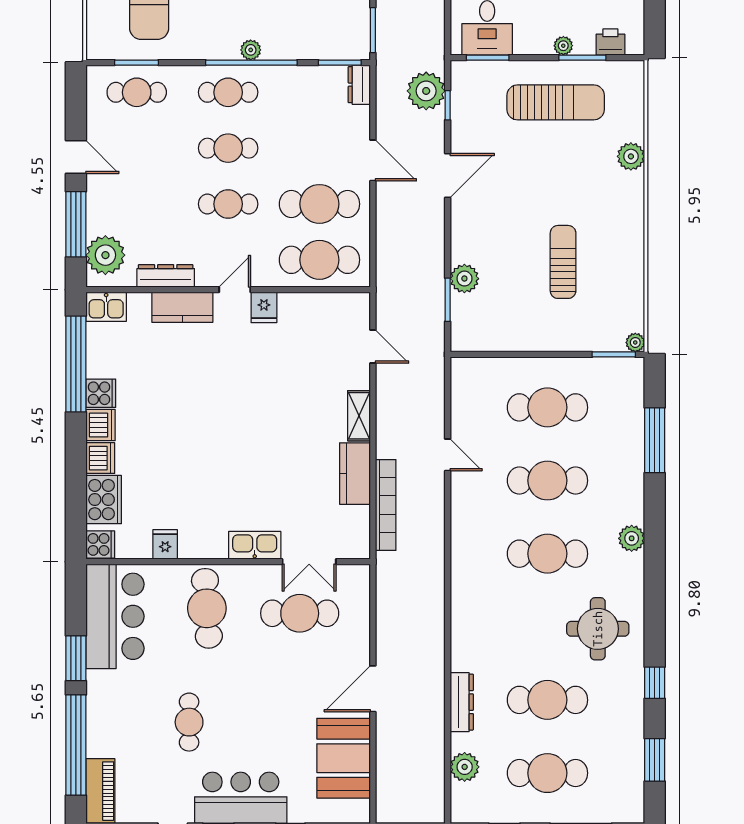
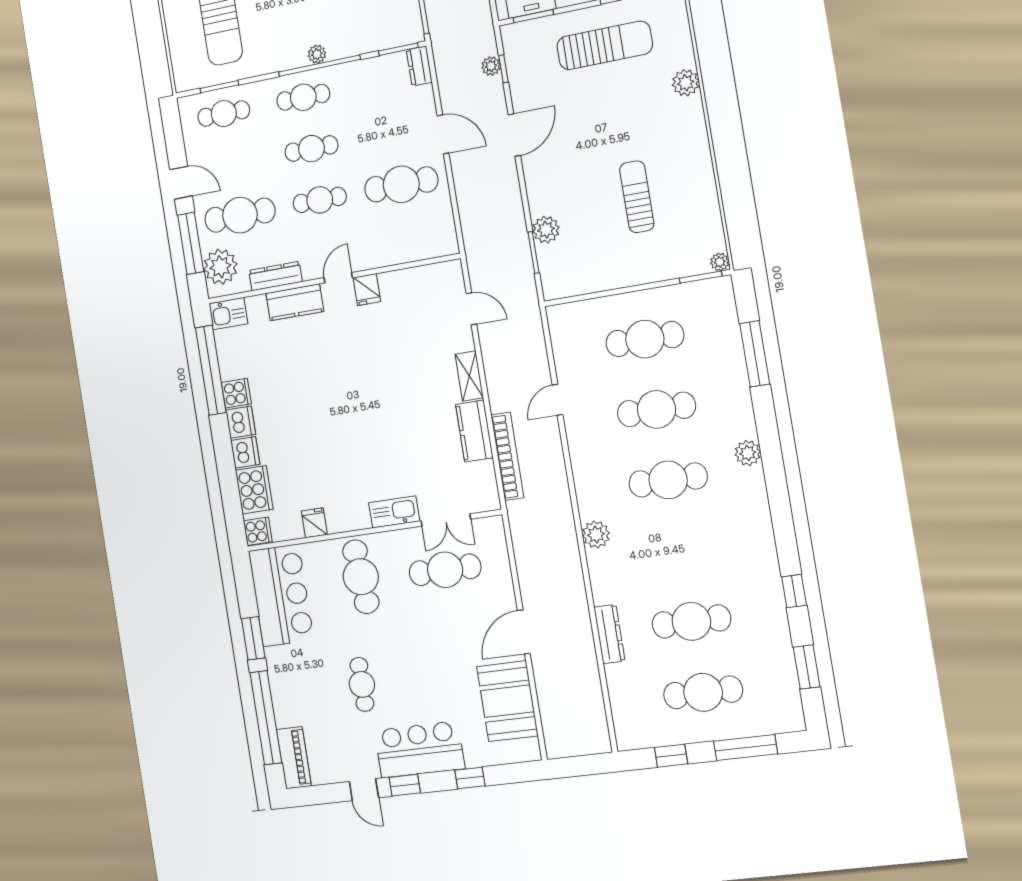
plant: (426, 91) -> (491, 66), width x0.53, depth x0.53
cafe table: (319, 260) -> (240, 215), moved
door: (448, 455) -> (558, 400), swing flipped
round table: (598, 629) -> (729, 546), removed
plant: (465, 767) -> (596, 535), moved

